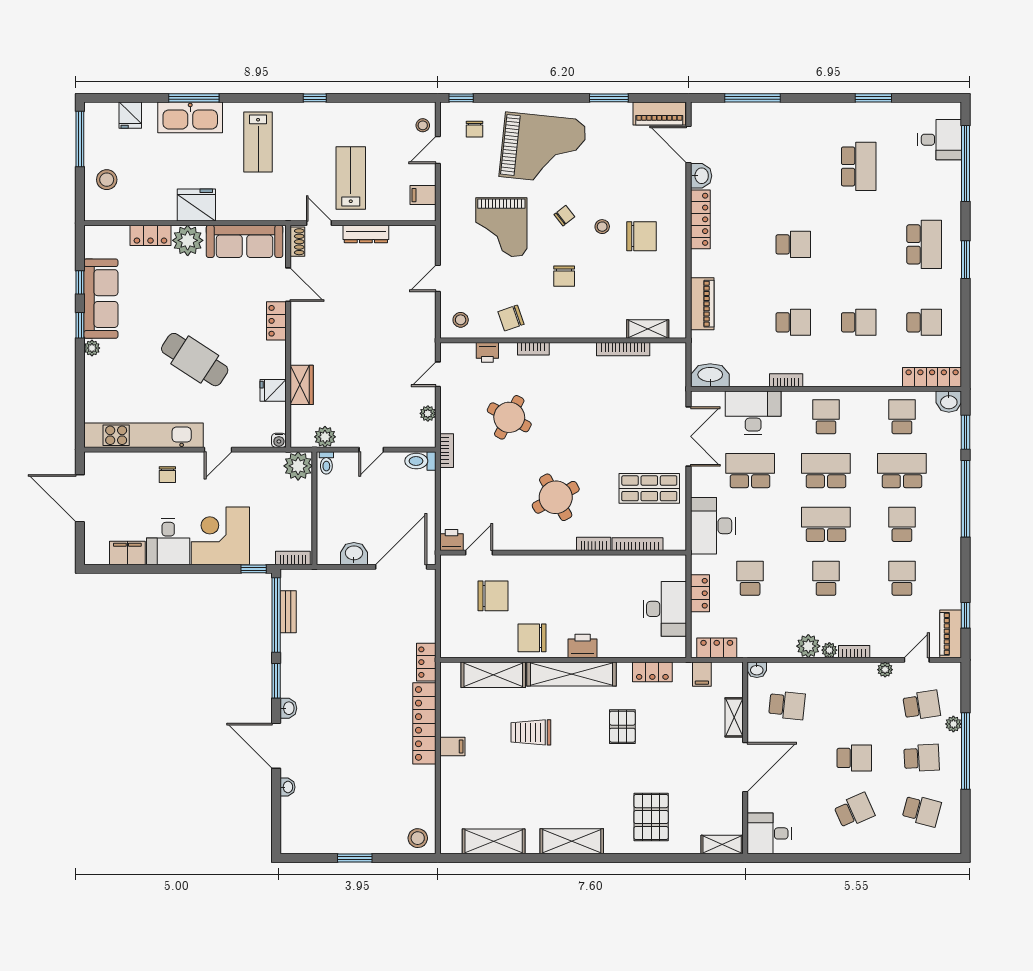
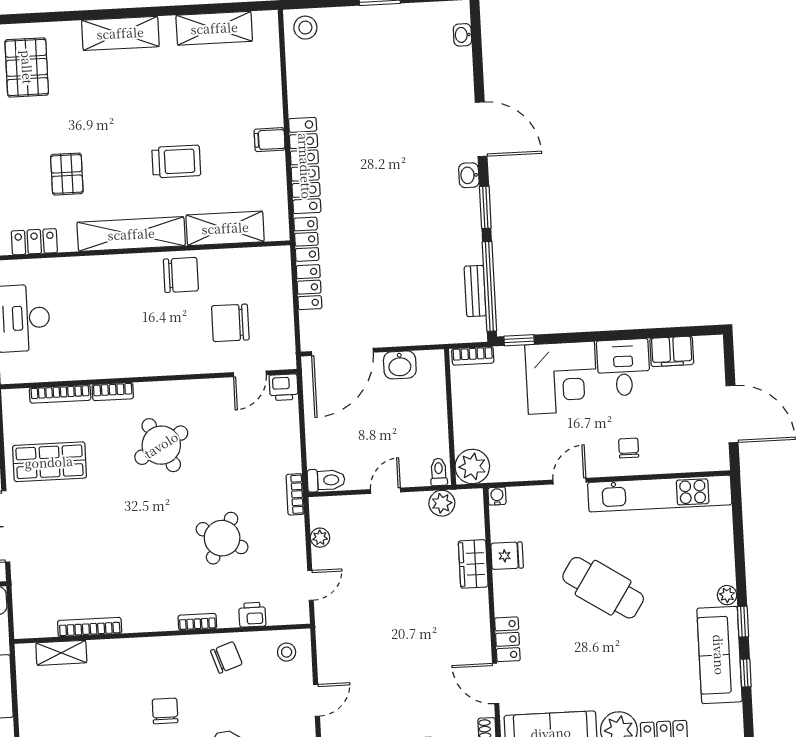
locker: (426, 622) -> (309, 287), added
printer: (583, 646) -> (120, 268), removed
washbasin: (287, 787) -> (462, 35), moved

